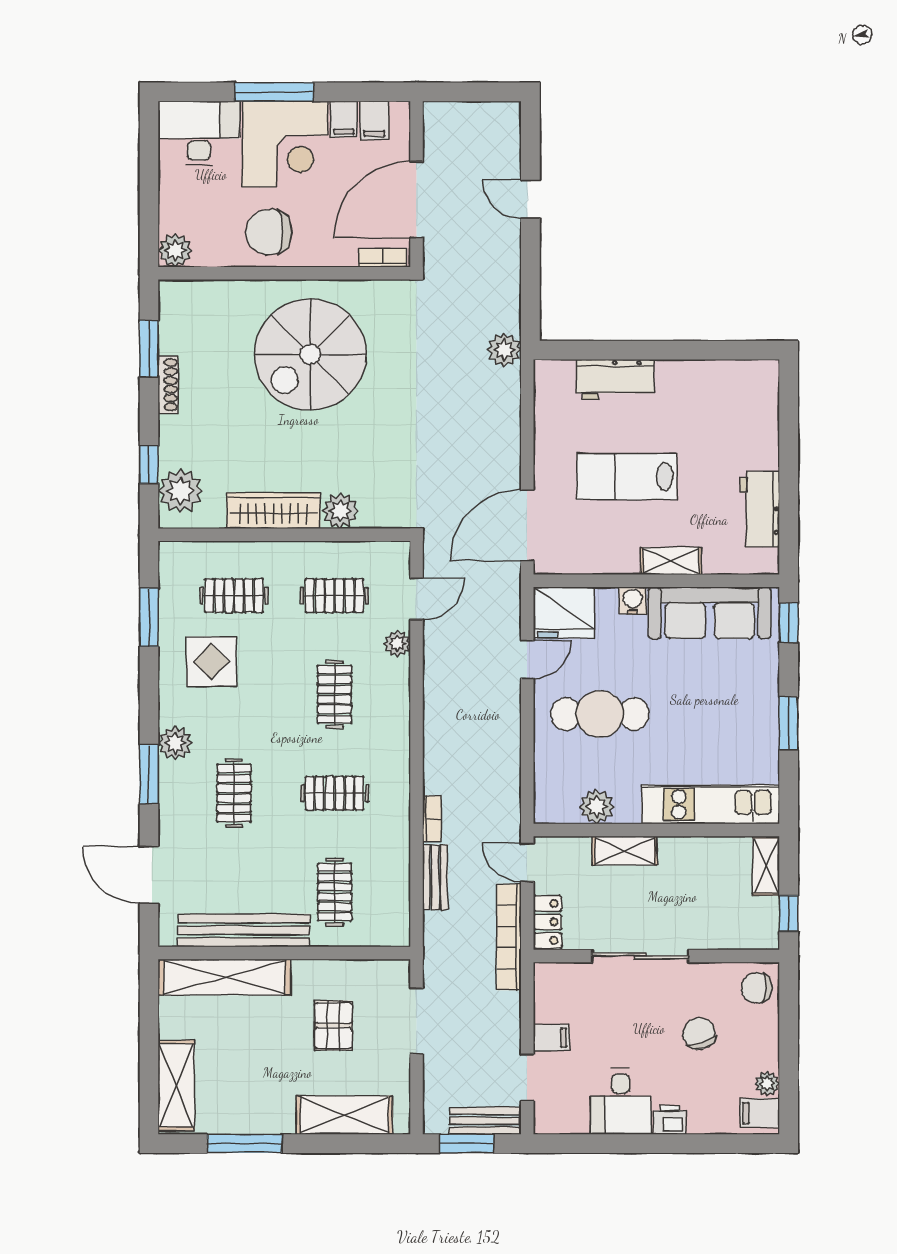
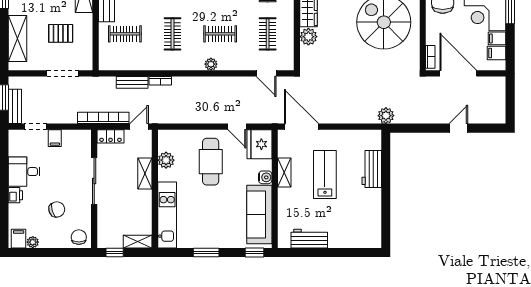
shelving: (671, 561) -> (284, 172), moved
plant: (397, 644) -> (211, 64), moved

